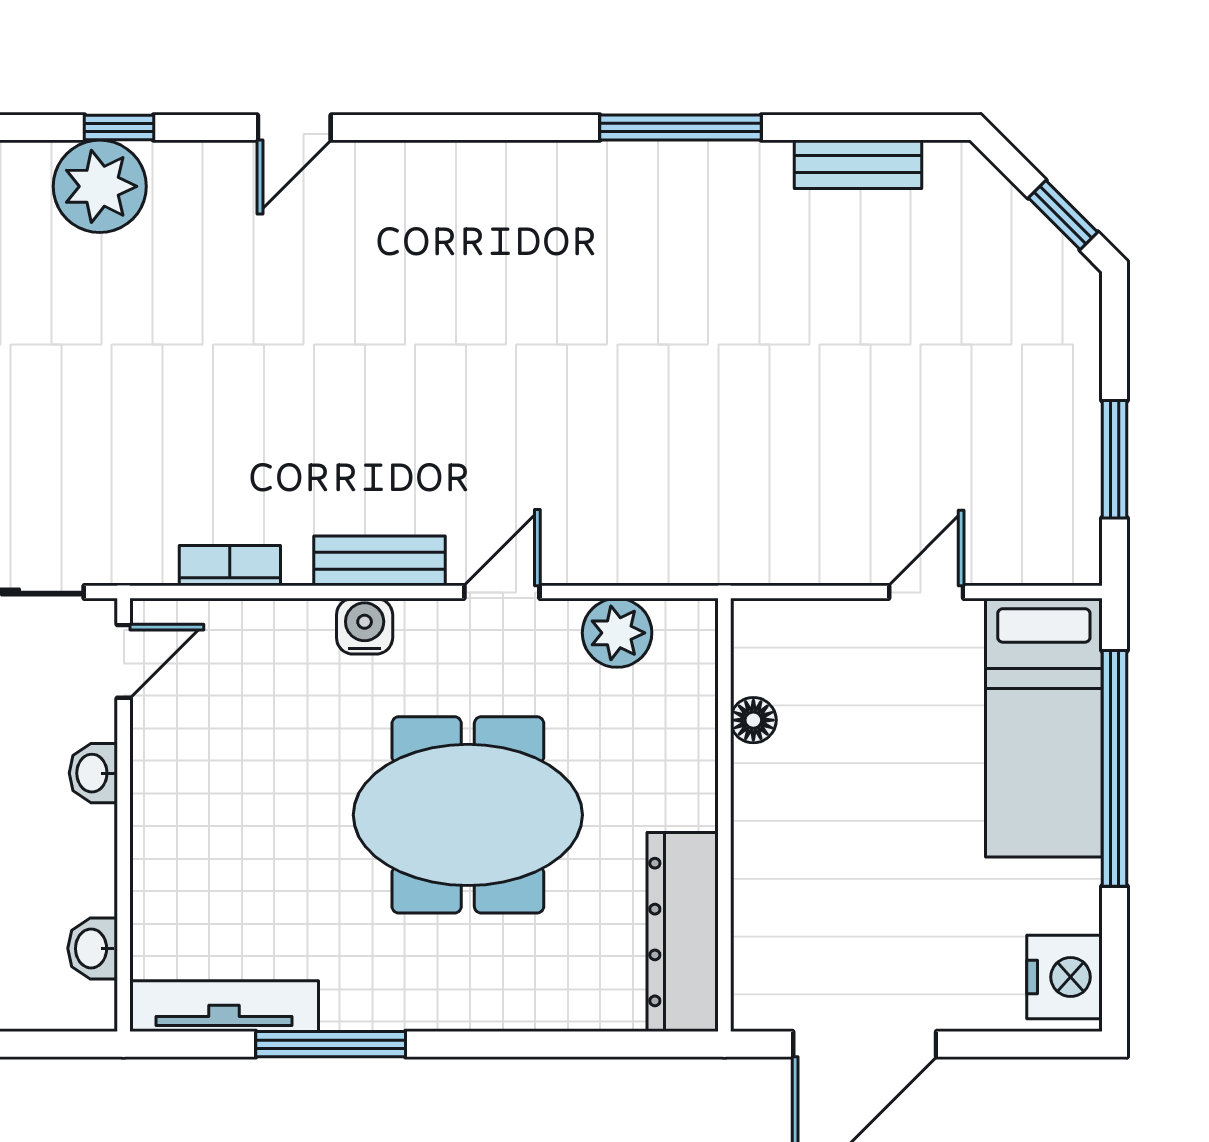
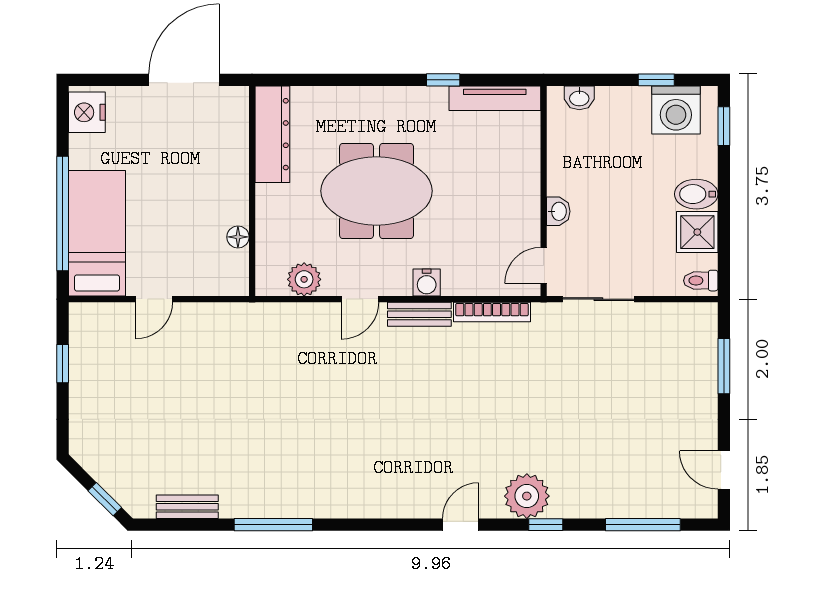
plant: (100, 186) -> (527, 496), moved
window: (1063, 215) -> (105, 499), moved
window: (1114, 459) -> (63, 364), width x0.67
bookcase: (230, 566) -> (492, 312), width x1.56
washbasin: (93, 948) -> (579, 98), moved, turned 90
window: (331, 1044) -> (443, 80), width x0.46

